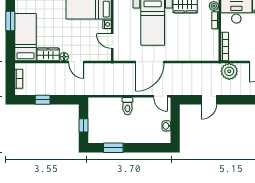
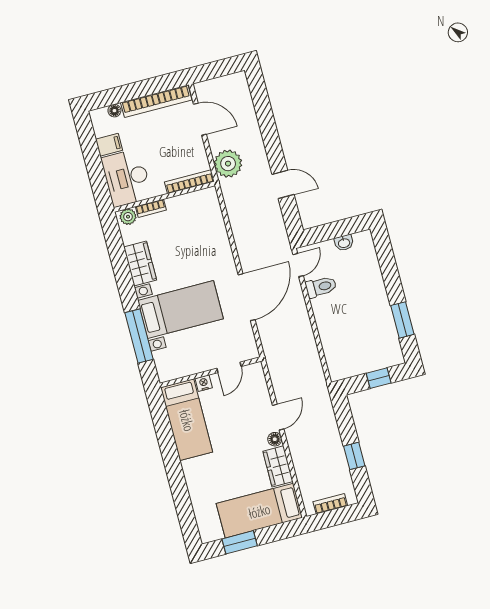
door: (150, 62) -> (247, 297), hinge flipped
toilet: (127, 106) -> (321, 287), moved

